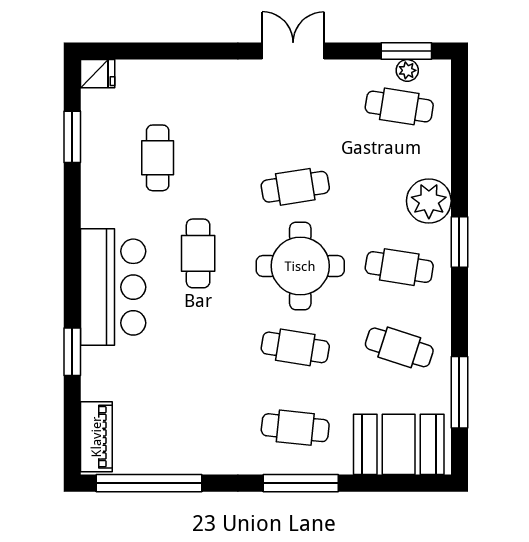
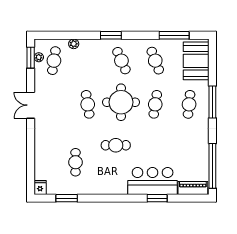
cafe table: (158, 158) -> (76, 162), turned 90
plant: (429, 201) -> (74, 44), moved, width x0.53, depth x0.53
cafe table: (399, 267) -> (121, 61), turned -33
bar counter: (113, 287) -> (153, 181), moved
cafe table: (399, 347) -> (155, 61), turned -39

